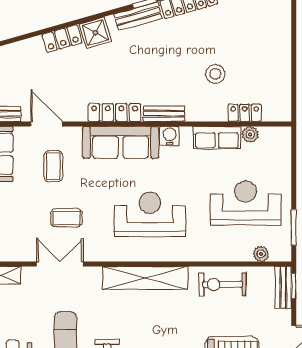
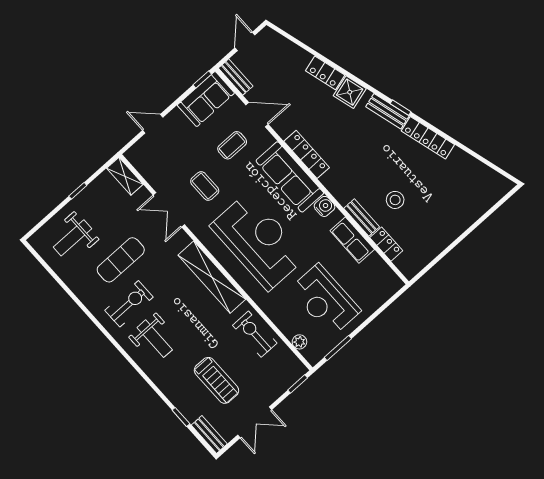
bench: (164, 114) -> (362, 218), moved
door: (46, 124) -> (257, 115), hinge flipped
plant: (250, 134) -> (375, 261), removed
reception desk: (246, 203) -> (325, 300), turned 180
reception desk: (150, 214) -> (258, 241), width x1.36, depth x1.30
double door: (60, 264) -> (169, 210), swing flipped
bench: (283, 287) -> (290, 378), removed

